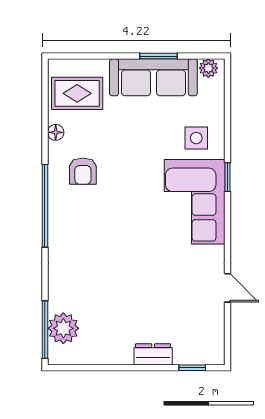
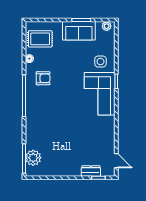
sofa: (153, 77) -> (79, 31), width x0.73
armchair: (83, 171) -> (43, 78), turned -90
door: (227, 288) -> (116, 161), moved
dresser: (153, 354) -> (91, 171), moved

